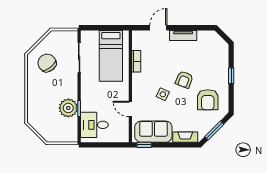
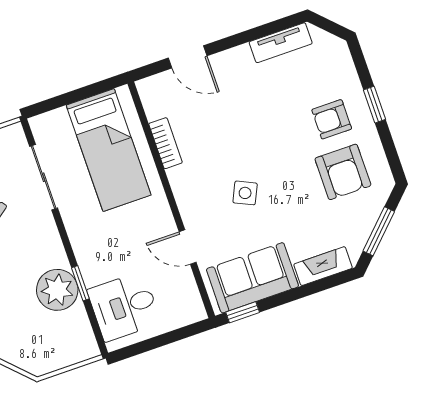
door: (158, 28) -> (188, 57), swing flipped
tv unit: (183, 35) -> (281, 43), moved
armchair: (184, 80) -> (332, 119), moved, turned 69

